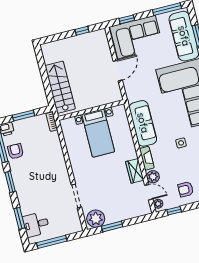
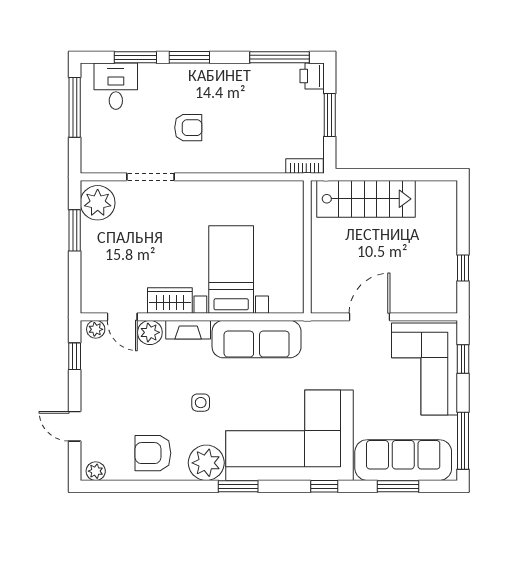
door: (118, 71) -> (370, 317), swing flipped
bed with nightstands: (98, 133) -> (231, 270), moved, turned 90
armchair: (15, 151) -> (188, 128), moved
window: (10, 182) -> (189, 57), moved
armchair: (186, 189) -> (110, 389), removed
door: (149, 192) -> (122, 317), hinge flipped

